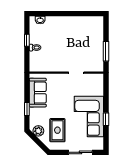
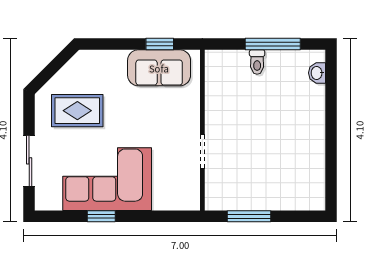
window: (27, 40) -> (273, 44), width x2.17
window: (27, 109) -> (160, 44), moved
plant: (38, 131) -> (76, 69), removed

